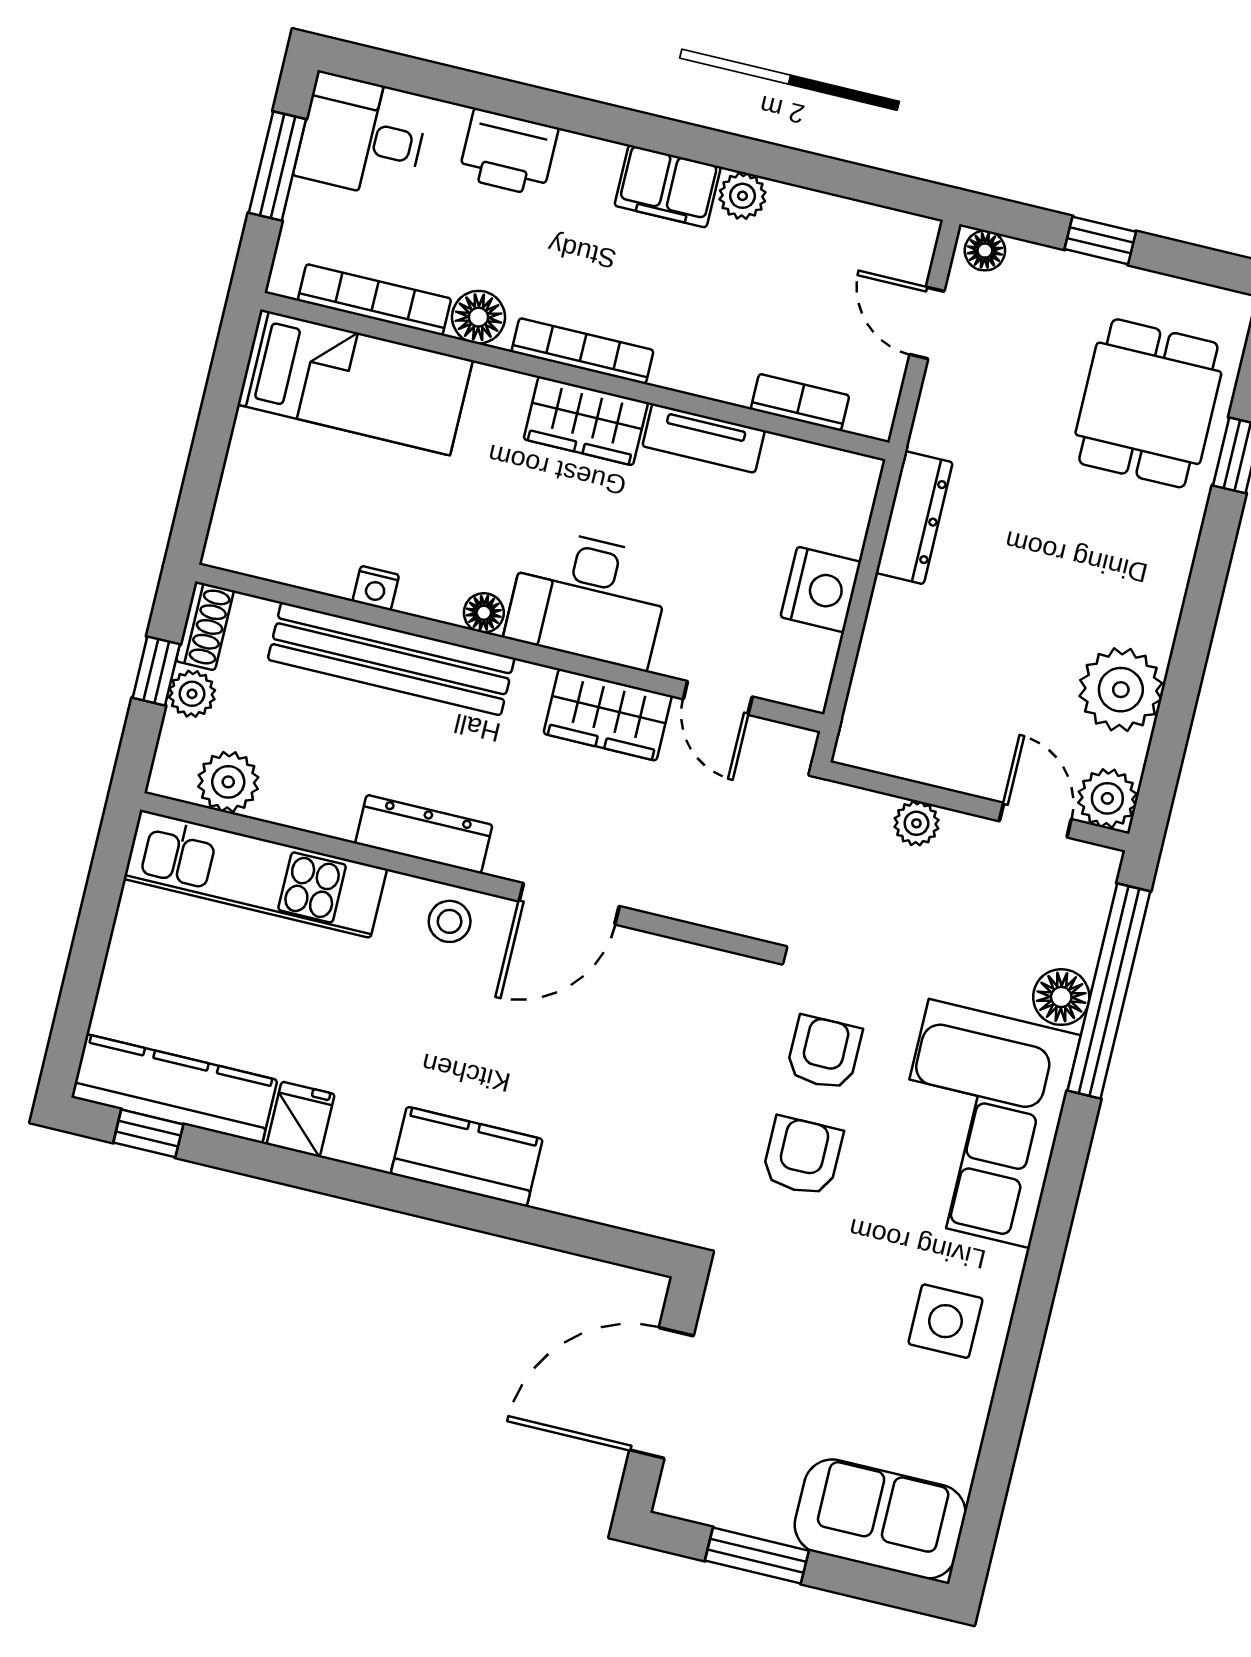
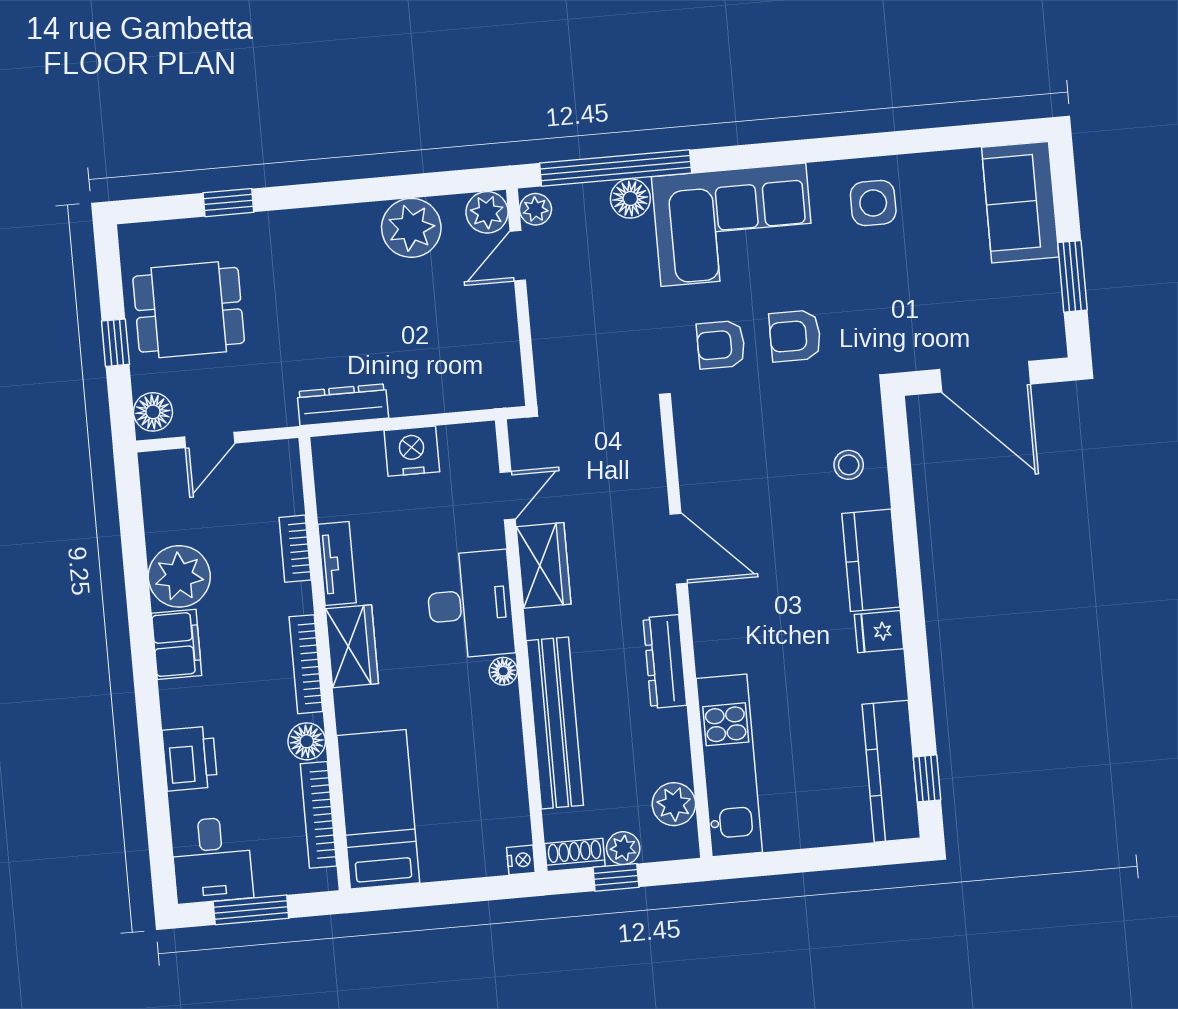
plant: (743, 196) -> (179, 576), width x1.88, depth x1.88
floor lamp: (985, 251) -> (153, 412), width x1.37, depth x1.37
bookcase: (800, 402) -> (295, 549), moved
dining table: (1148, 403) -> (189, 310), moved
nightstand: (376, 588) -> (521, 860), moved
plant: (916, 823) -> (536, 209), moved
stool: (450, 921) -> (849, 465), moved
fridge: (301, 1119) -> (879, 632), moved

